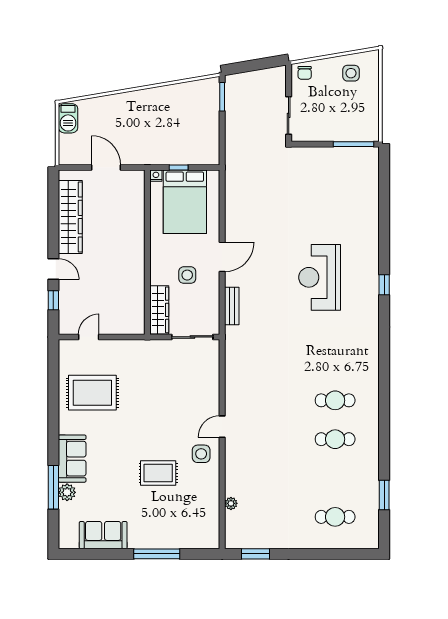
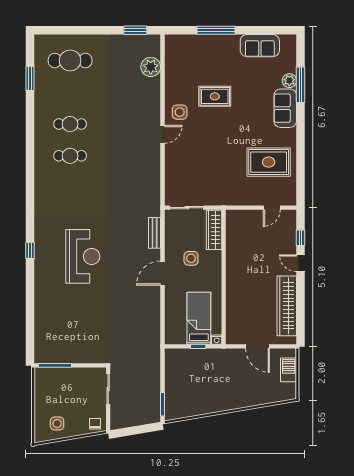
barbecue: (68, 118) -> (289, 370), moved
bed: (185, 202) -> (199, 318), width x0.67
plant: (231, 503) -> (151, 67), width x1.87, depth x1.87
cafe table: (335, 517) -> (70, 60), width x1.37, depth x1.35

